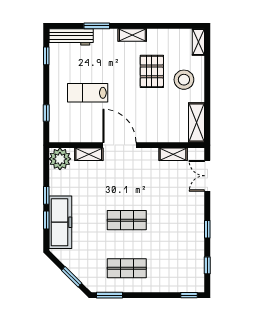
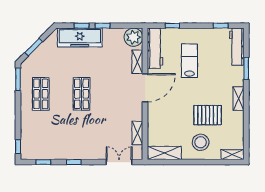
workbench: (73, 133) -> (155, 48), added

